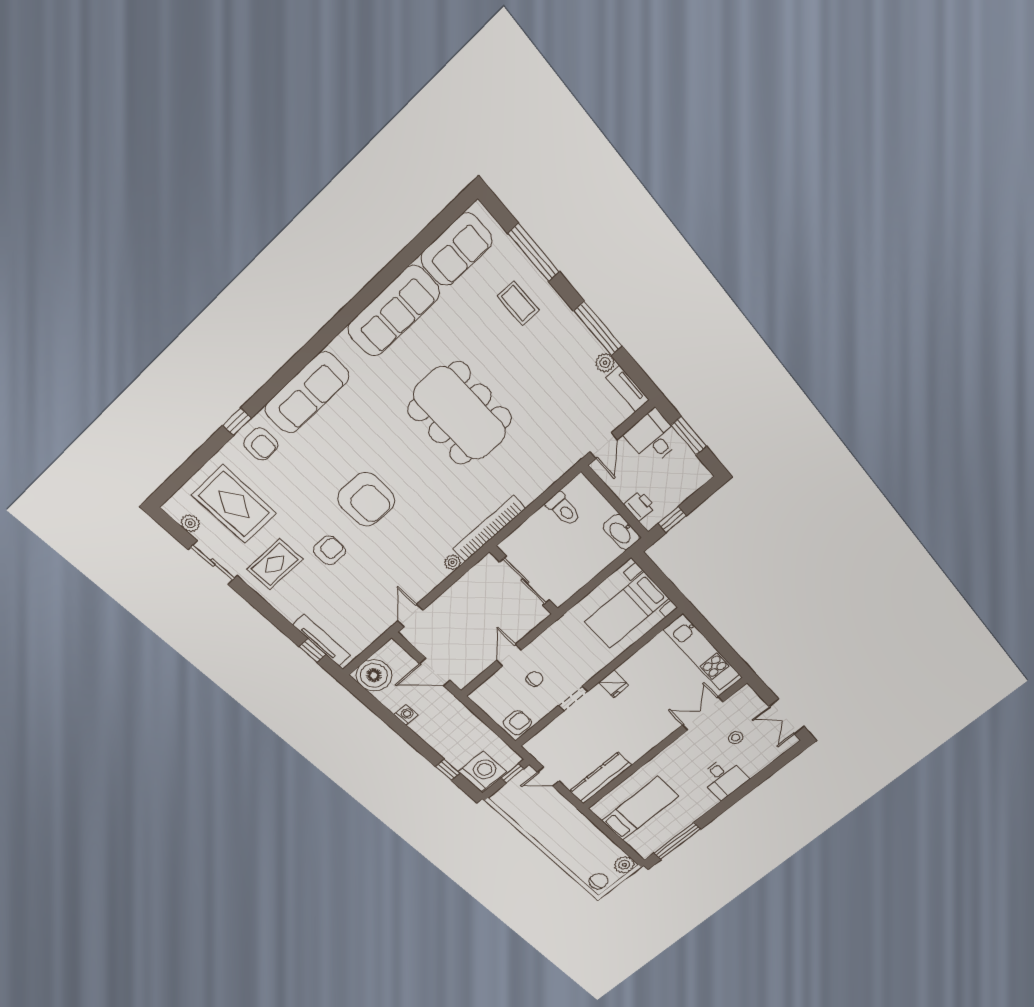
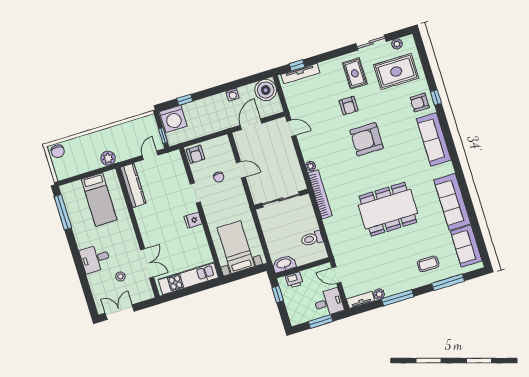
plant: (624, 865) -> (108, 158), moved

